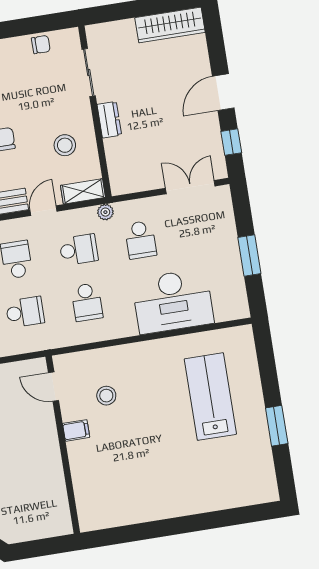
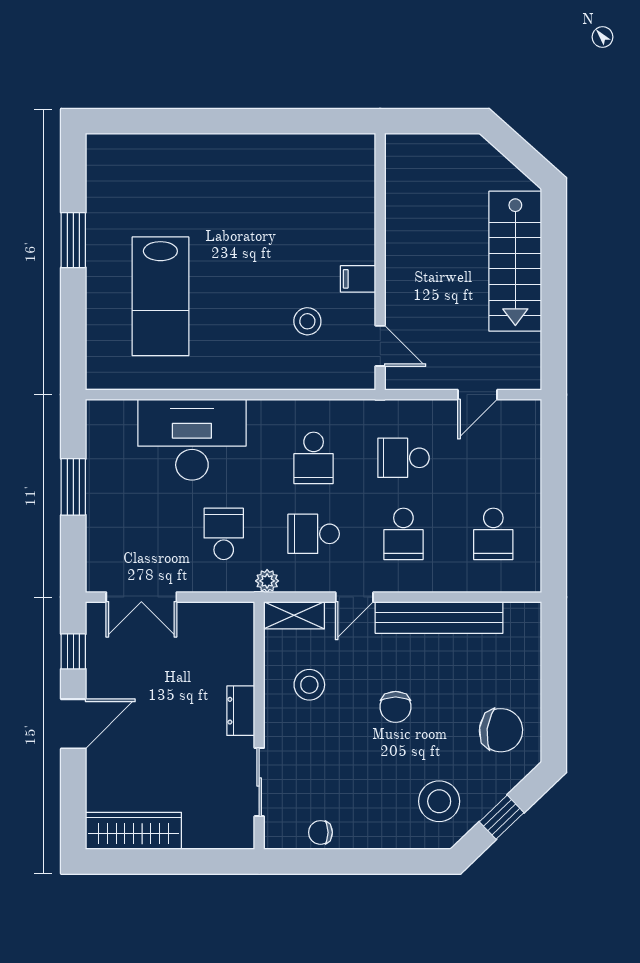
school desk: (87, 302) -> (314, 458), turned 180

